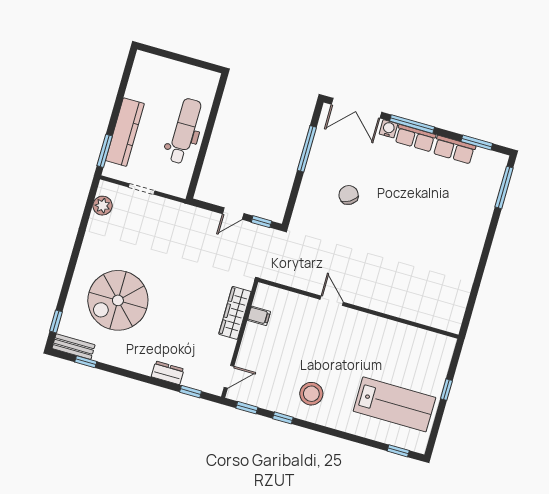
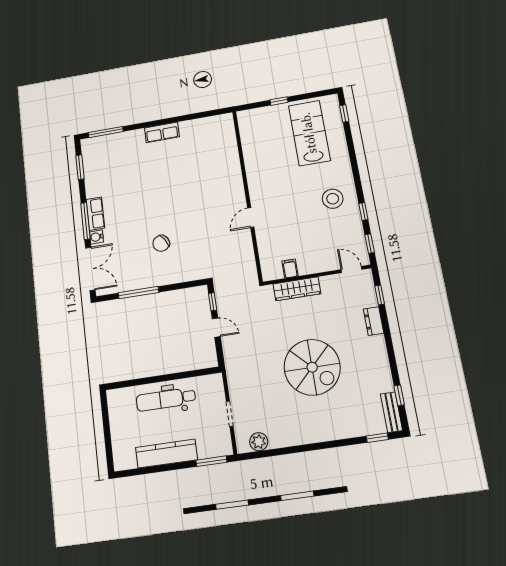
kitchen counter: (125, 132) -> (166, 454), moved
row of seats: (454, 150) -> (162, 132), moved, turned 90
spiral stairs: (118, 300) -> (312, 367), moved

